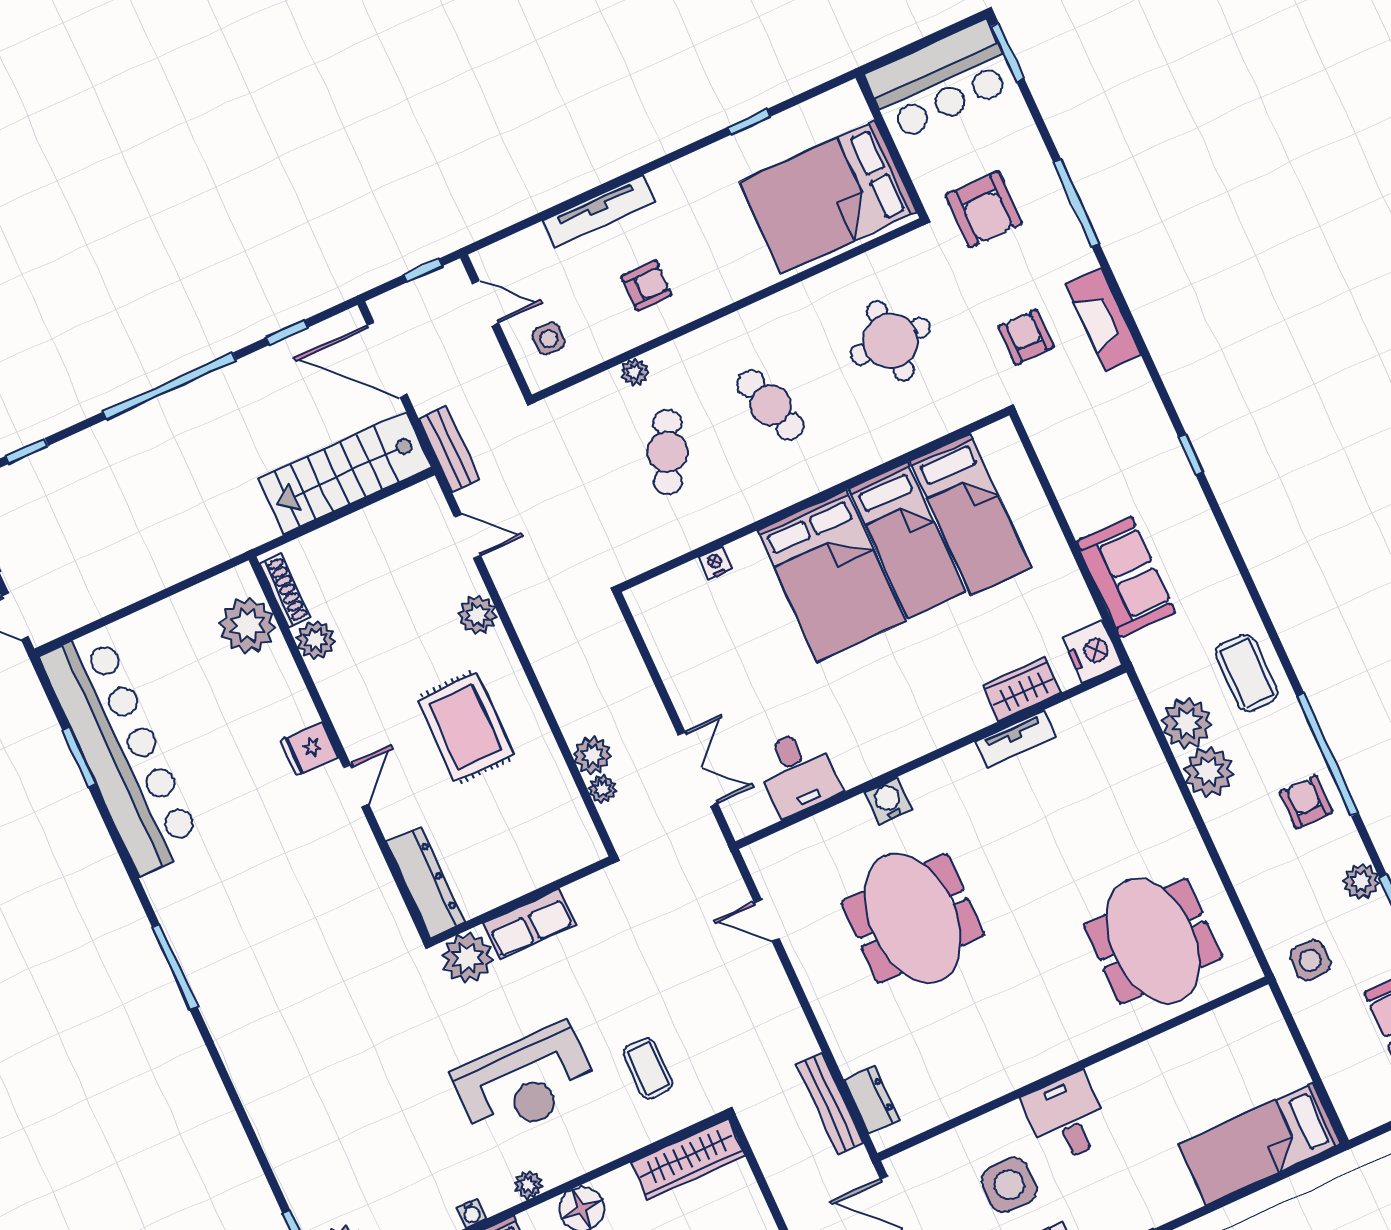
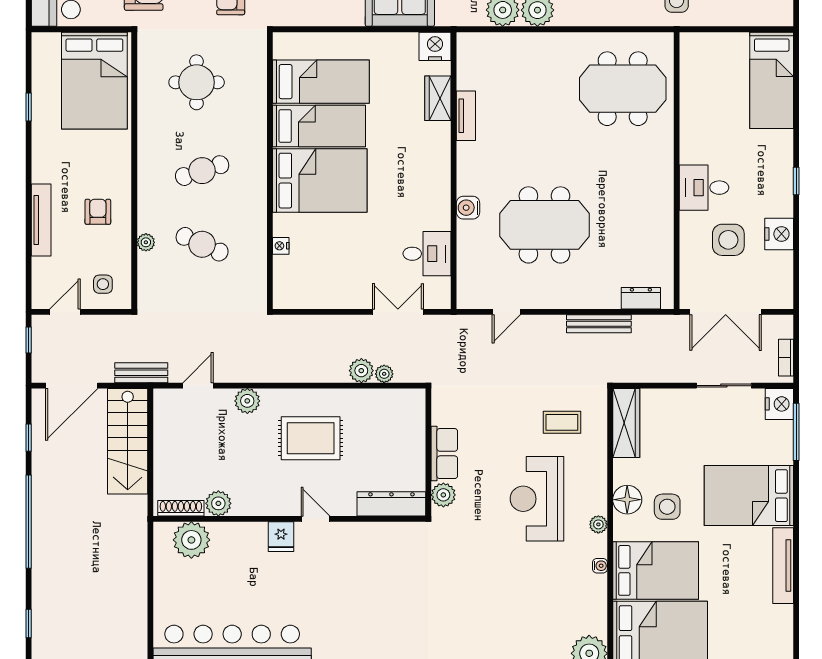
plant: (468, 958) -> (443, 495), width x0.73, depth x0.73
reception desk: (525, 1082) -> (537, 499), turned 180
bench: (830, 1104) -> (599, 324), moved

